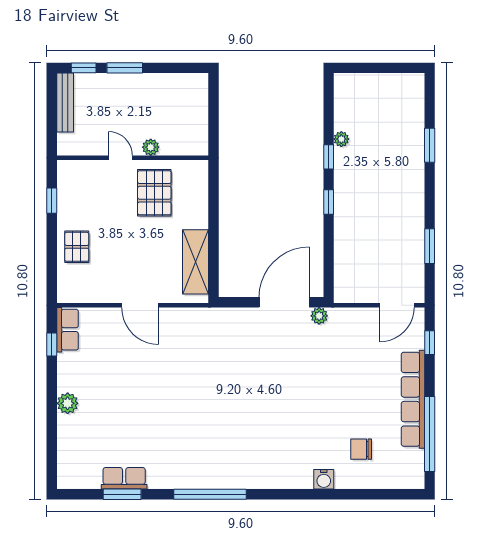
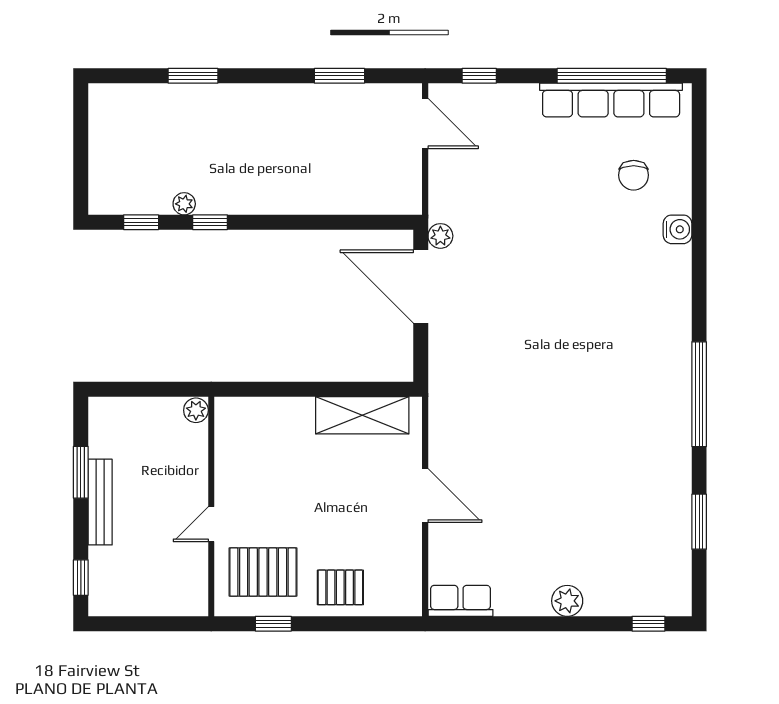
window: (125, 68) -> (81, 472), moved
bench: (65, 102) -> (100, 502), moved, turned 90
plant: (151, 147) -> (196, 410), moved
pallet: (154, 193) -> (263, 572), moved
window: (329, 202) -> (141, 222), moved
door: (140, 305) -> (425, 496), hinge flipped
window: (52, 344) -> (648, 624), moved
row of seats: (413, 399) -> (611, 100), moved
row of seats: (124, 478) -> (676, 519), removed

